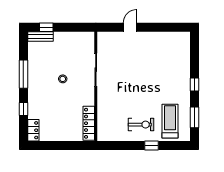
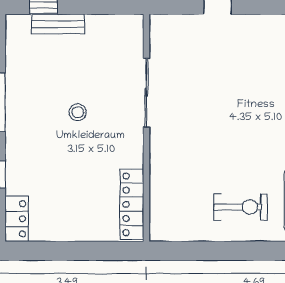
bench: (40, 37) -> (58, 24), moved
window: (152, 146) -> (262, 251), removed

